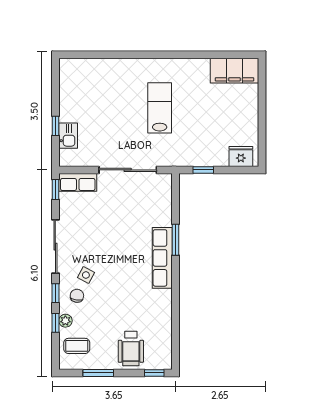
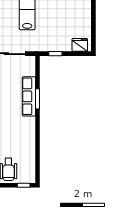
row of seats: (162, 258) -> (29, 96), moved

